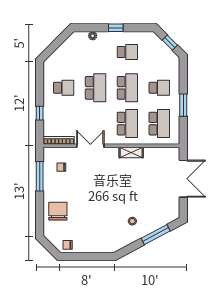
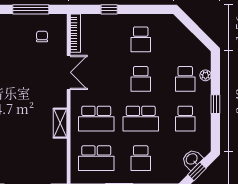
washbasin: (160, 47) -> (192, 159), added
school desk: (96, 52) -> (185, 79), added
school desk: (96, 88) -> (141, 79), width x0.54

